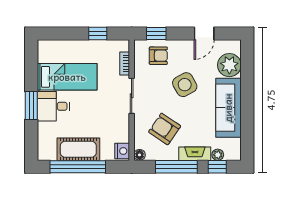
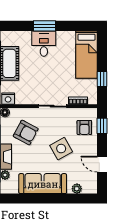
plant: (229, 65) -> (77, 189), width x0.53, depth x0.53
bed: (67, 77) -> (86, 55), moved
armchair: (165, 129) -> (26, 132), turned 84

